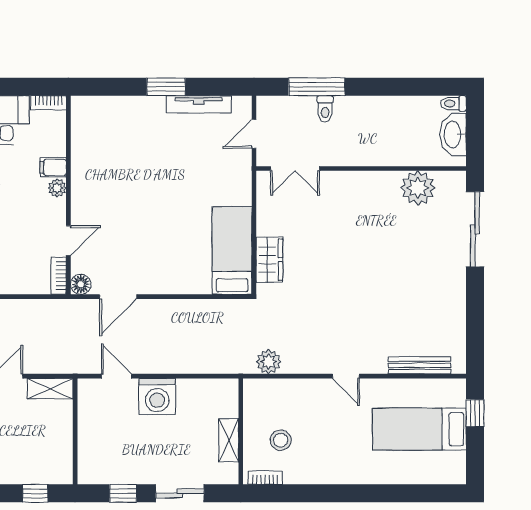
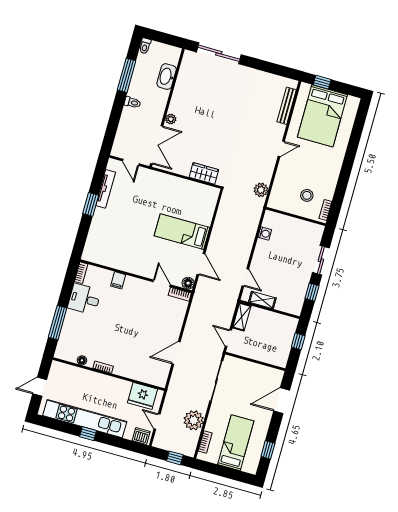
window: (317, 87) -> (127, 75), moved
toilet: (325, 109) -> (132, 102), moved
washbasin: (453, 134) -> (167, 77), moved, turned 90
double door: (295, 168) -> (157, 145), width x1.37
plant: (57, 188) -> (130, 281), removed
plant: (418, 188) -> (171, 119), moved, width x0.53, depth x0.53
bed: (232, 250) -> (182, 232), moved
door: (116, 376) -> (245, 277), swing flipped
washing machine: (157, 397) -> (265, 233), moved, width x0.53, depth x0.53
bed: (419, 429) -> (322, 116), width x1.50
shelving: (229, 440) -> (262, 300), moved

